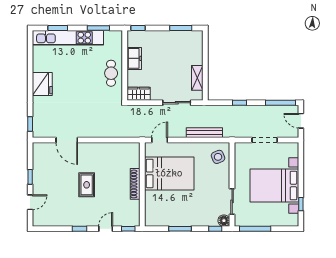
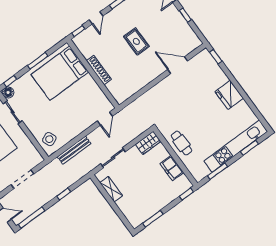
bed: (169, 173) -> (60, 73), moved

